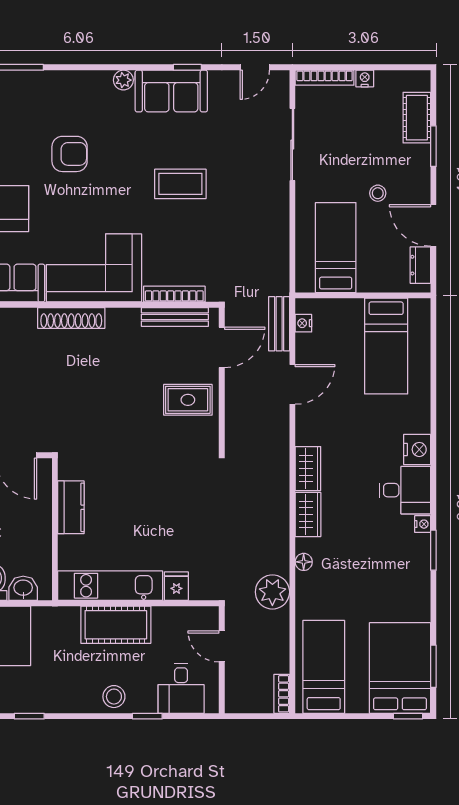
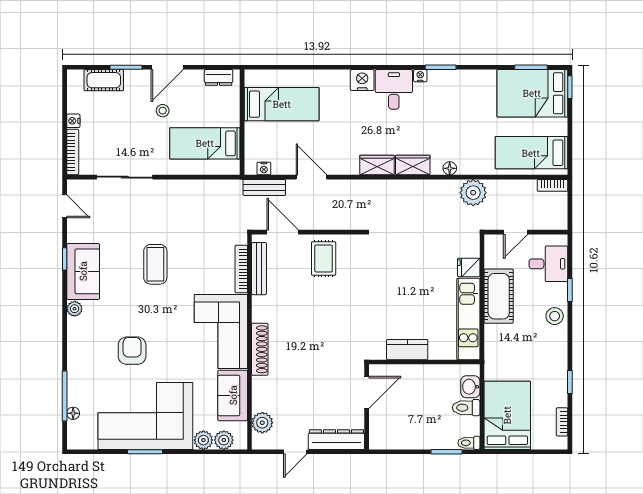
door: (433, 225) -> (167, 67), moved
cot: (116, 625) -> (499, 296), moved

